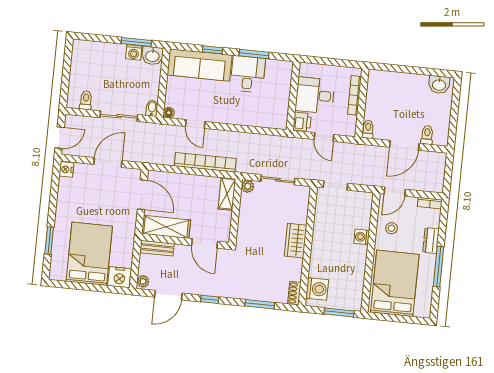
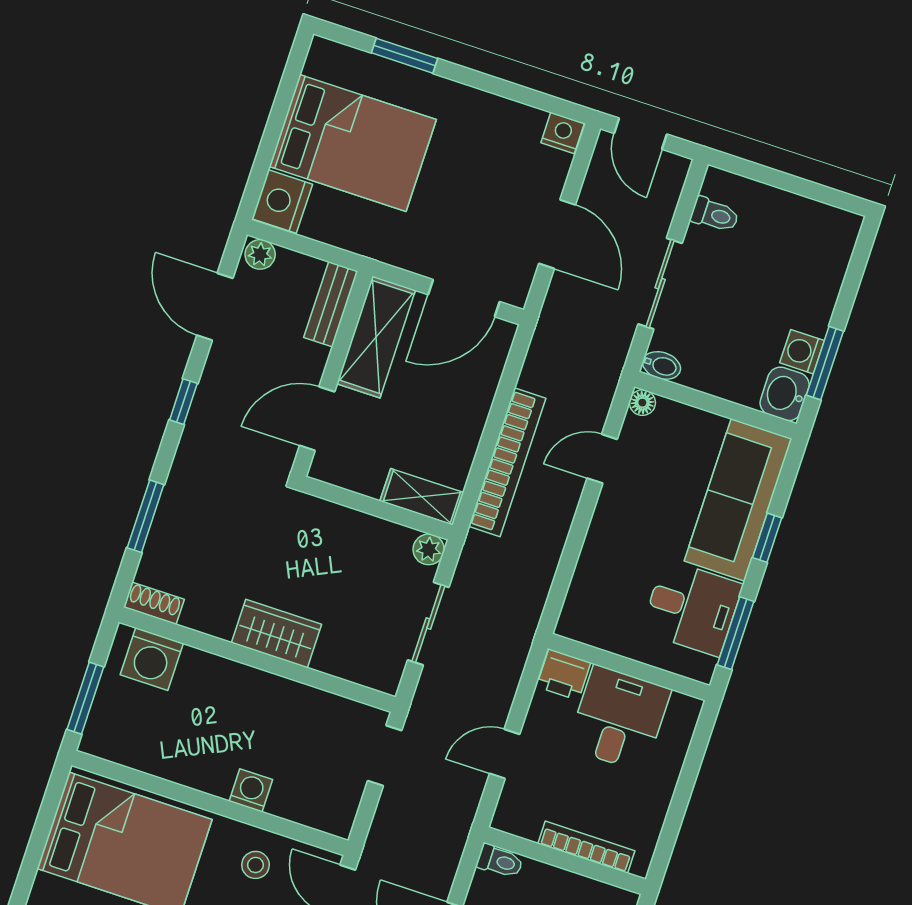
desk: (315, 95) -> (619, 719), moved
wall: (293, 96) -> (629, 667), moved
printer: (302, 122) -> (564, 675), moved

